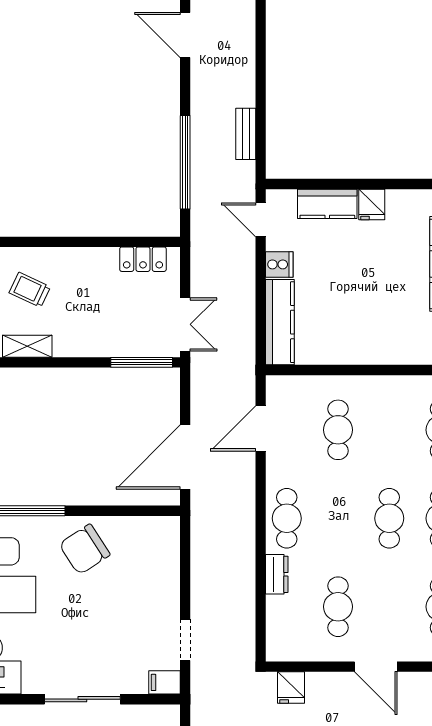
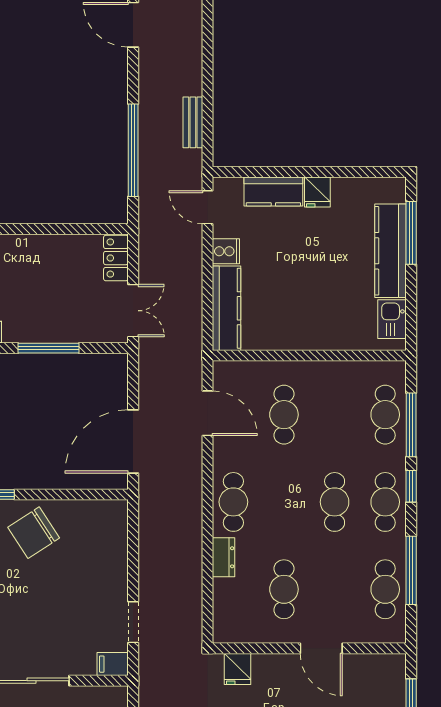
locker: (143, 259) -> (116, 258), moved, turned 90
window: (142, 362) -> (49, 348), moved
door: (261, 428) -> (208, 413), swing flipped

